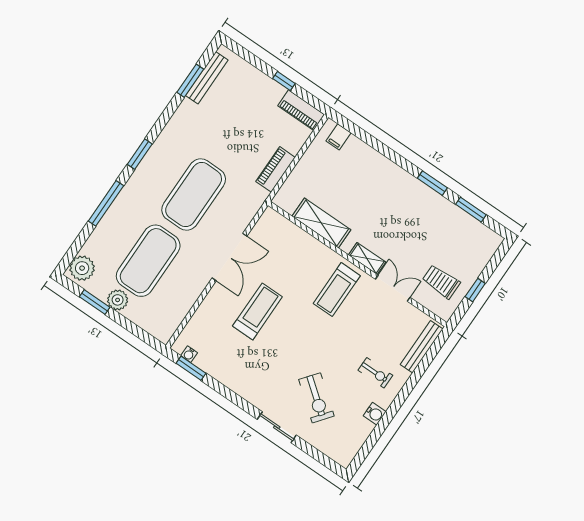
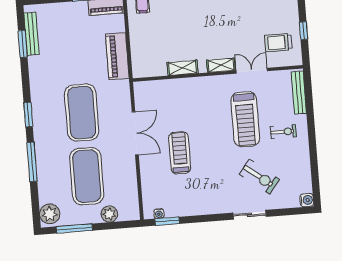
piano: (276, 169) -> (117, 56), width x1.37, depth x1.33
shelving: (321, 223) -> (183, 68), width x0.67, depth x0.75
treadmill: (337, 290) -> (245, 119), moved, width x1.37, depth x1.38
plant: (118, 300) -> (109, 214), moved
window: (95, 302) -> (74, 229), width x1.44
water cooler: (375, 414) -> (307, 200), moved

